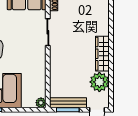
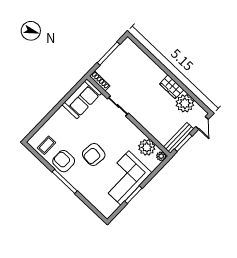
wardrobe: (102, 54) -> (172, 87), width x0.67
plant: (37, 85) -> (147, 147), added

